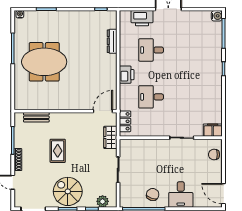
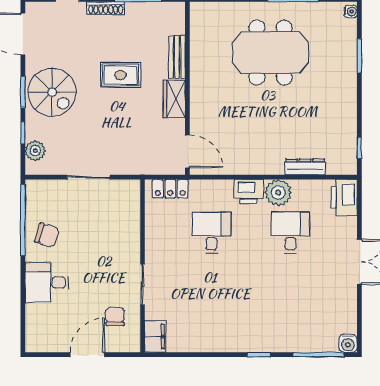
printer: (142, 18) -> (344, 198), moved
plant: (127, 57) -> (278, 193), added
meeting table: (44, 62) -> (270, 52), turned 90
bench: (36, 117) -> (177, 57), moved
wardrobe: (110, 137) -> (174, 99), moved, turned -90
chair: (214, 155) -> (115, 317), moved
spiral stairs: (68, 191) -> (52, 92), turned 90
door: (224, 194) -> (87, 355), moved

